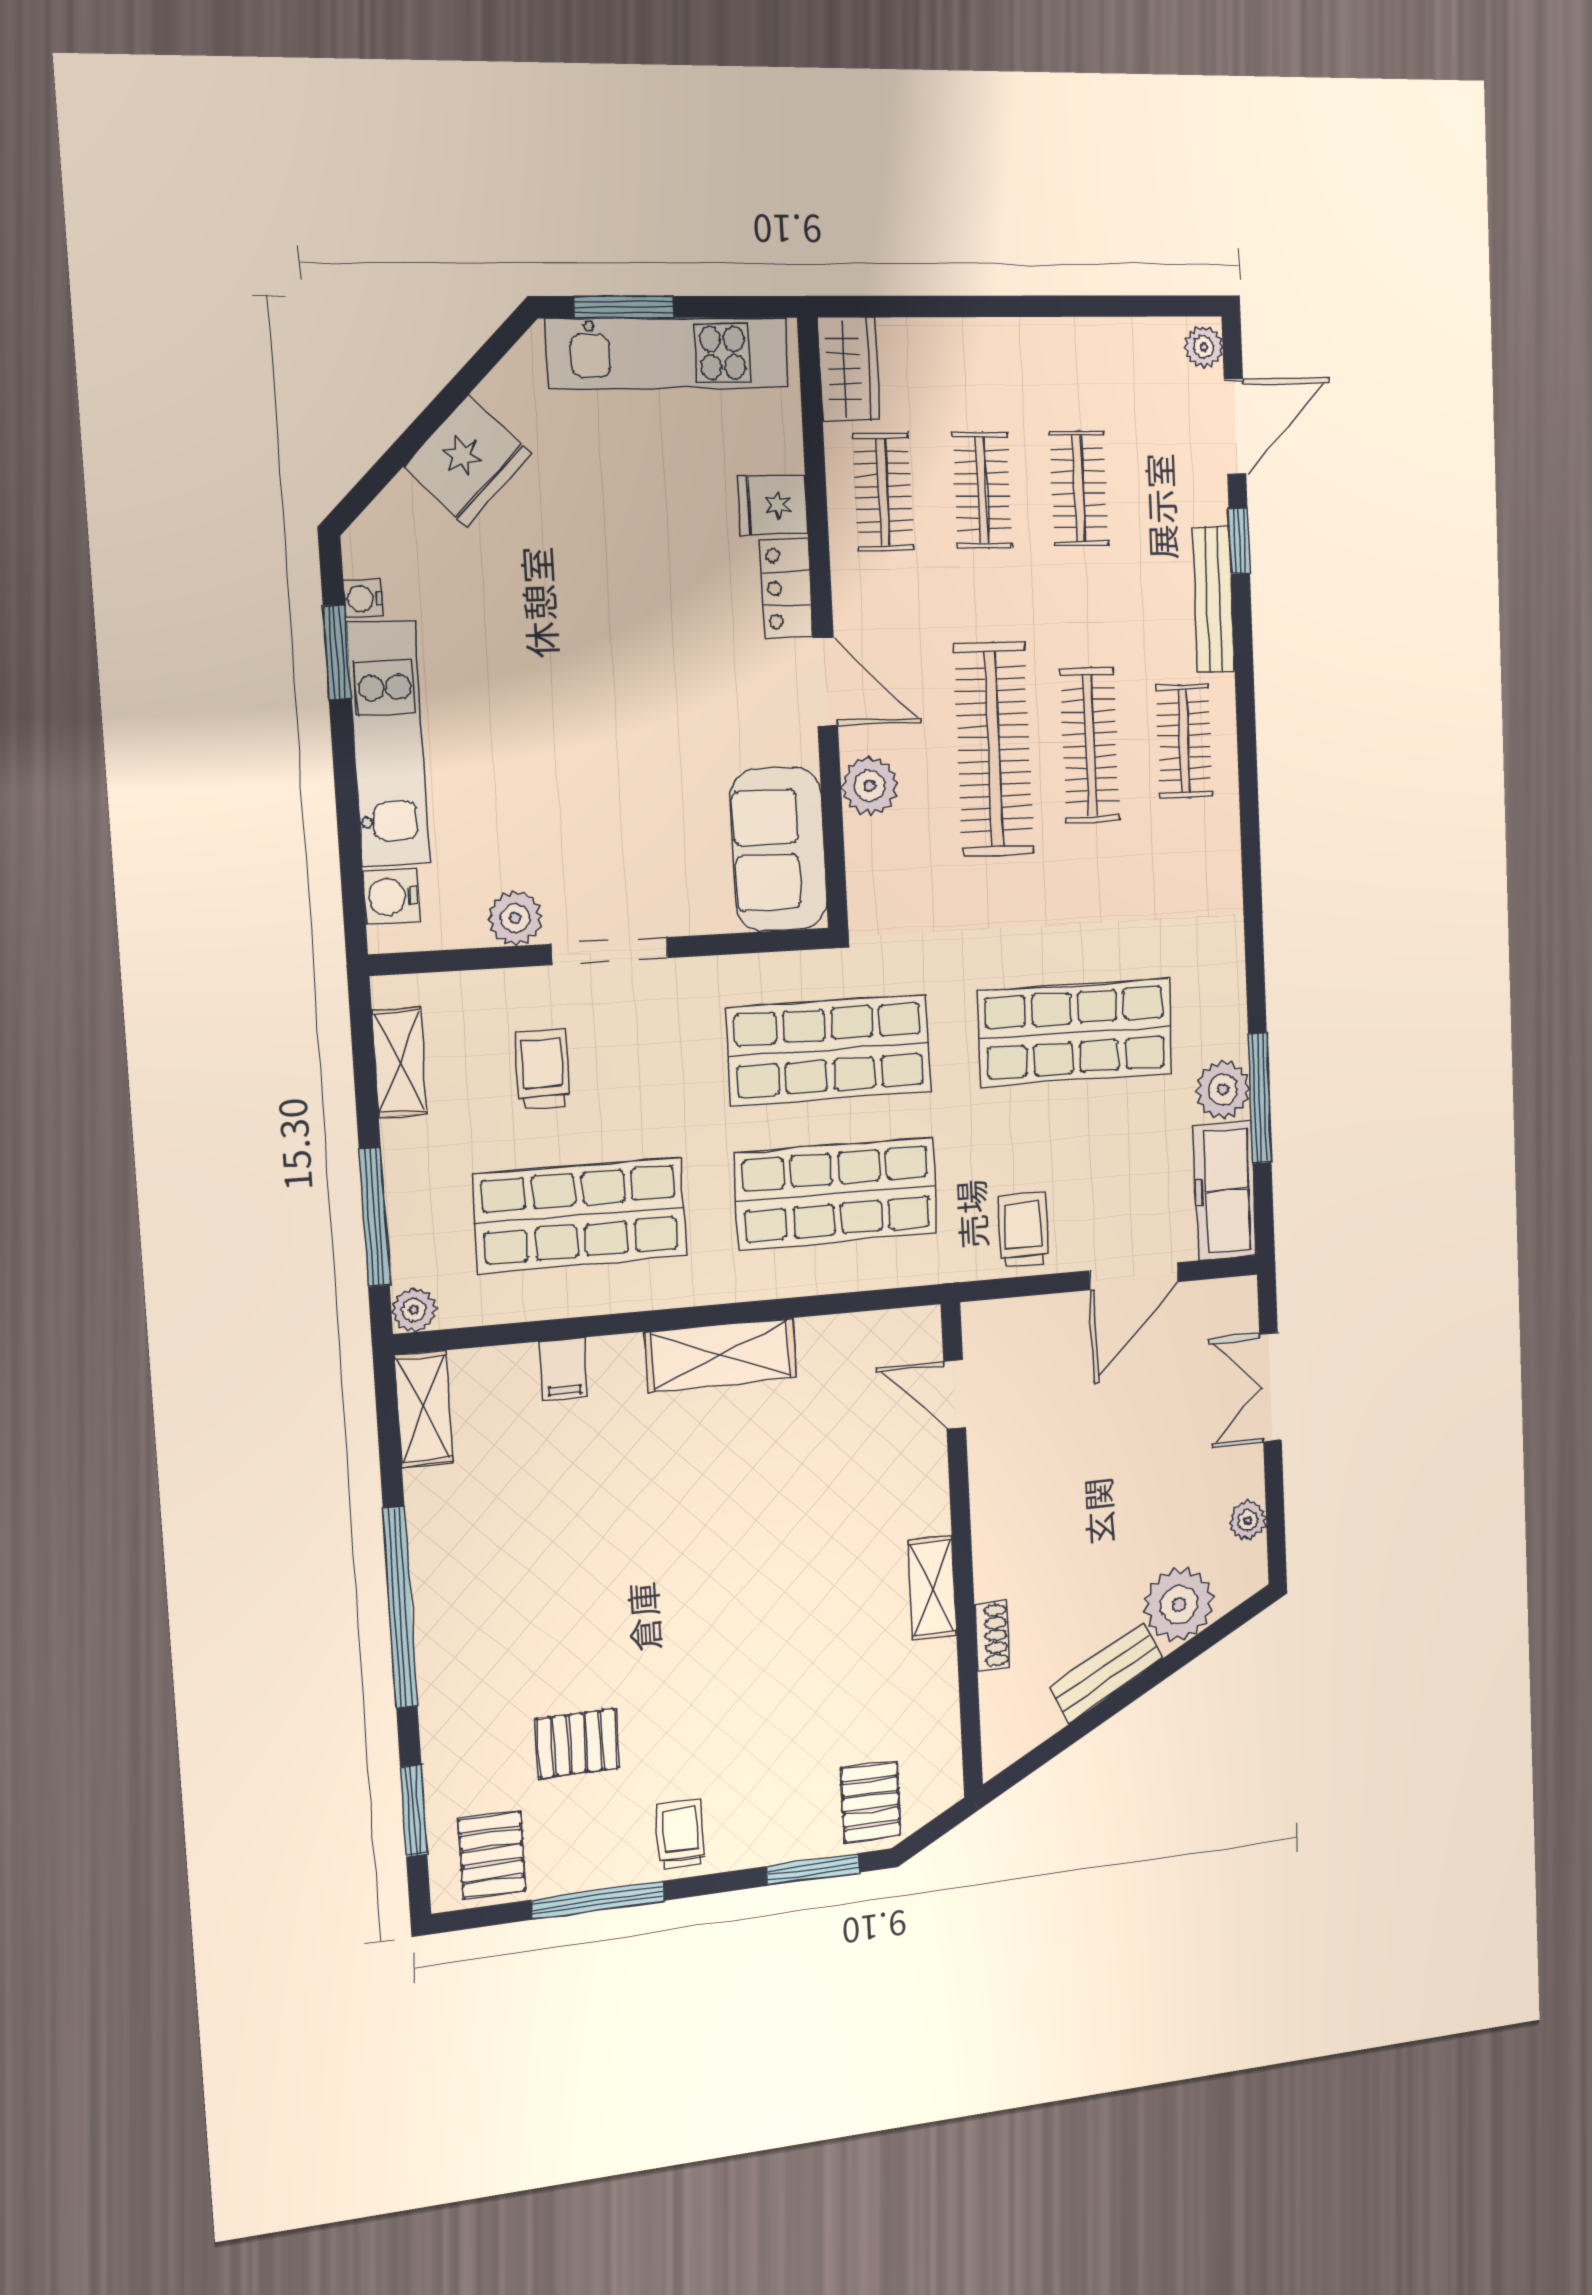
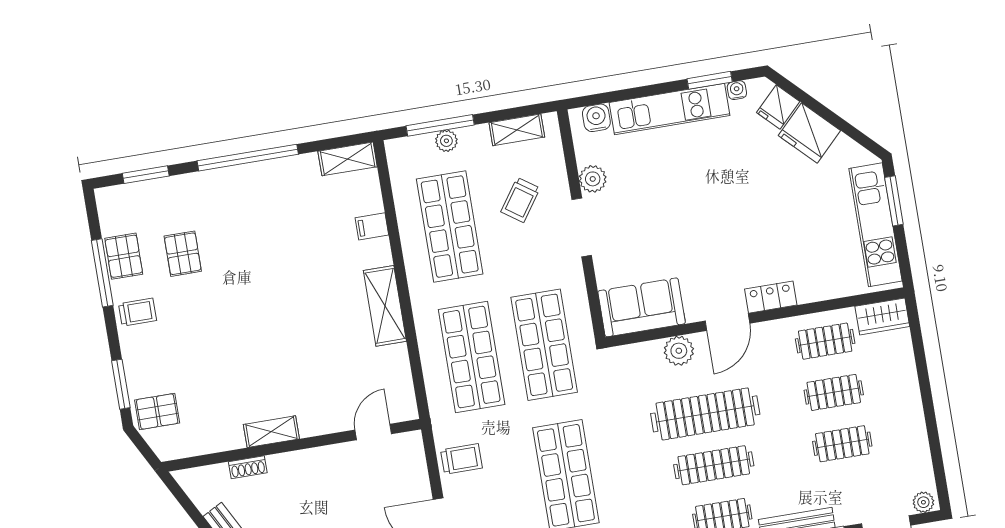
fridge: (773, 505) -> (778, 107), moved, turned -135
trolley: (542, 1069) -> (520, 200), turned 125
plant: (414, 1310) -> (446, 141), moved
pallet: (492, 1855) -> (124, 256), moved, turned 90

